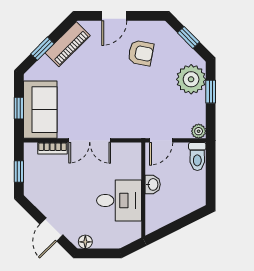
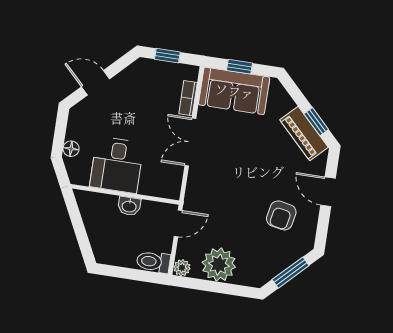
window: (188, 37) -> (291, 273), width x1.50
window: (42, 49) -> (316, 122), moved
plant: (191, 79) -> (219, 265), moved
window: (211, 92) -> (225, 288), removed
door: (161, 140) -> (178, 223), swing flipped
floor lamp: (85, 242) -> (71, 149), moved

